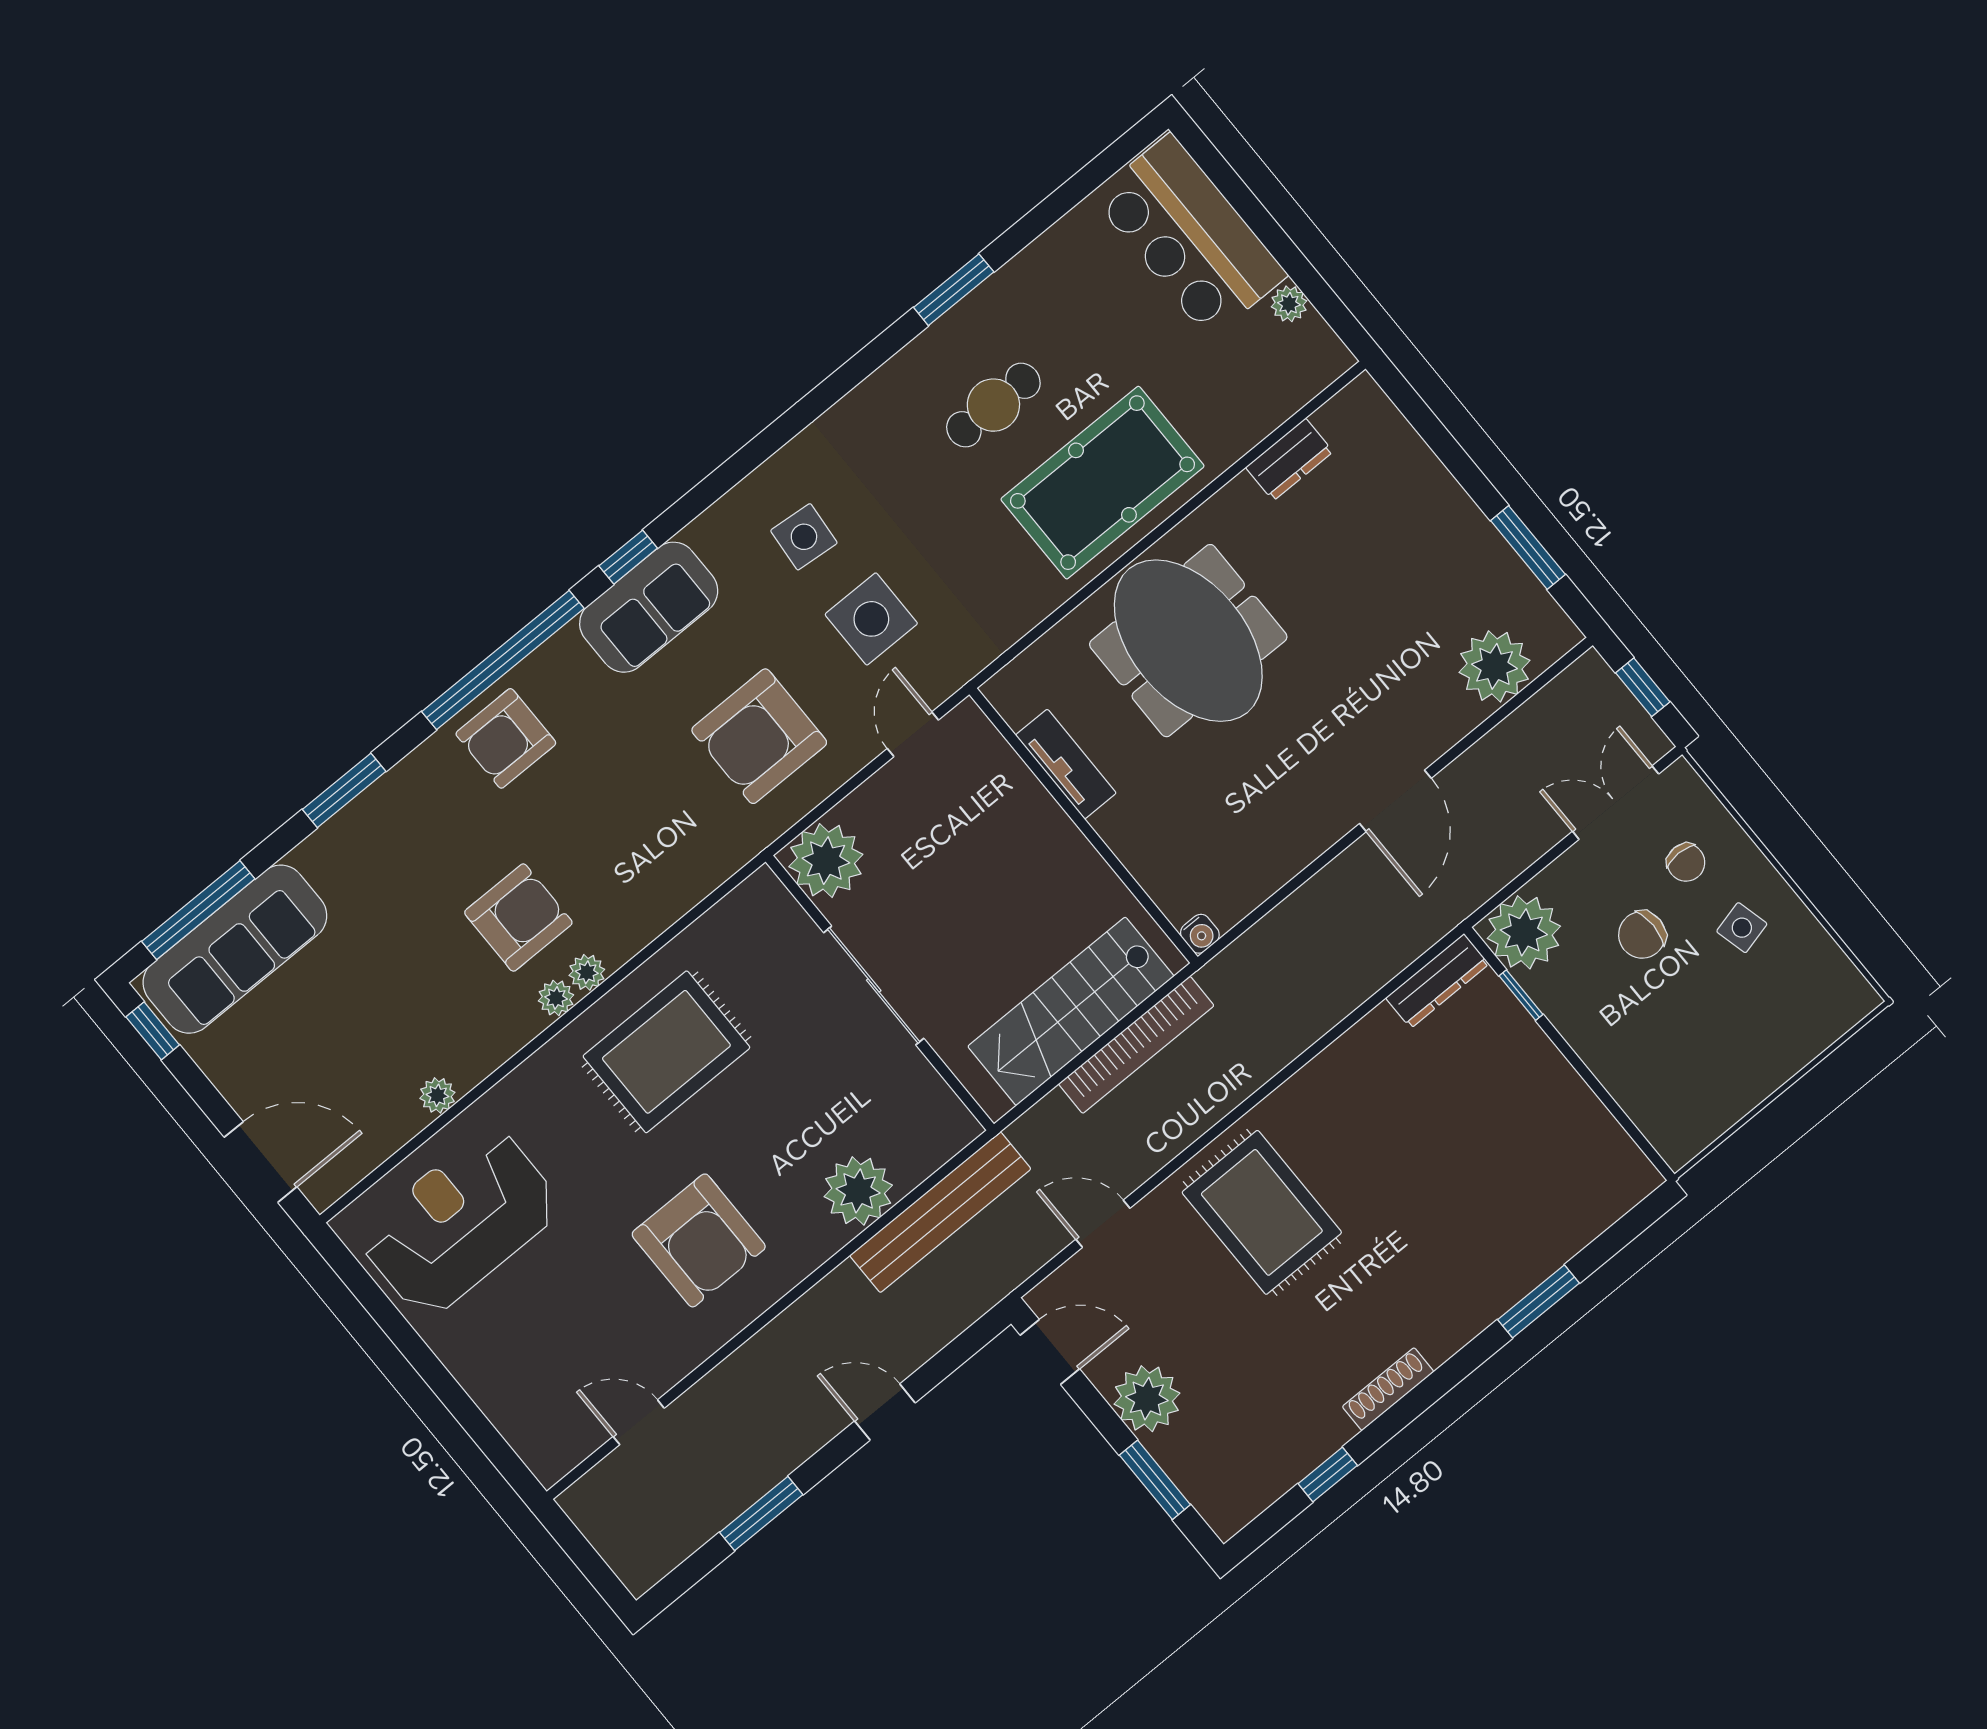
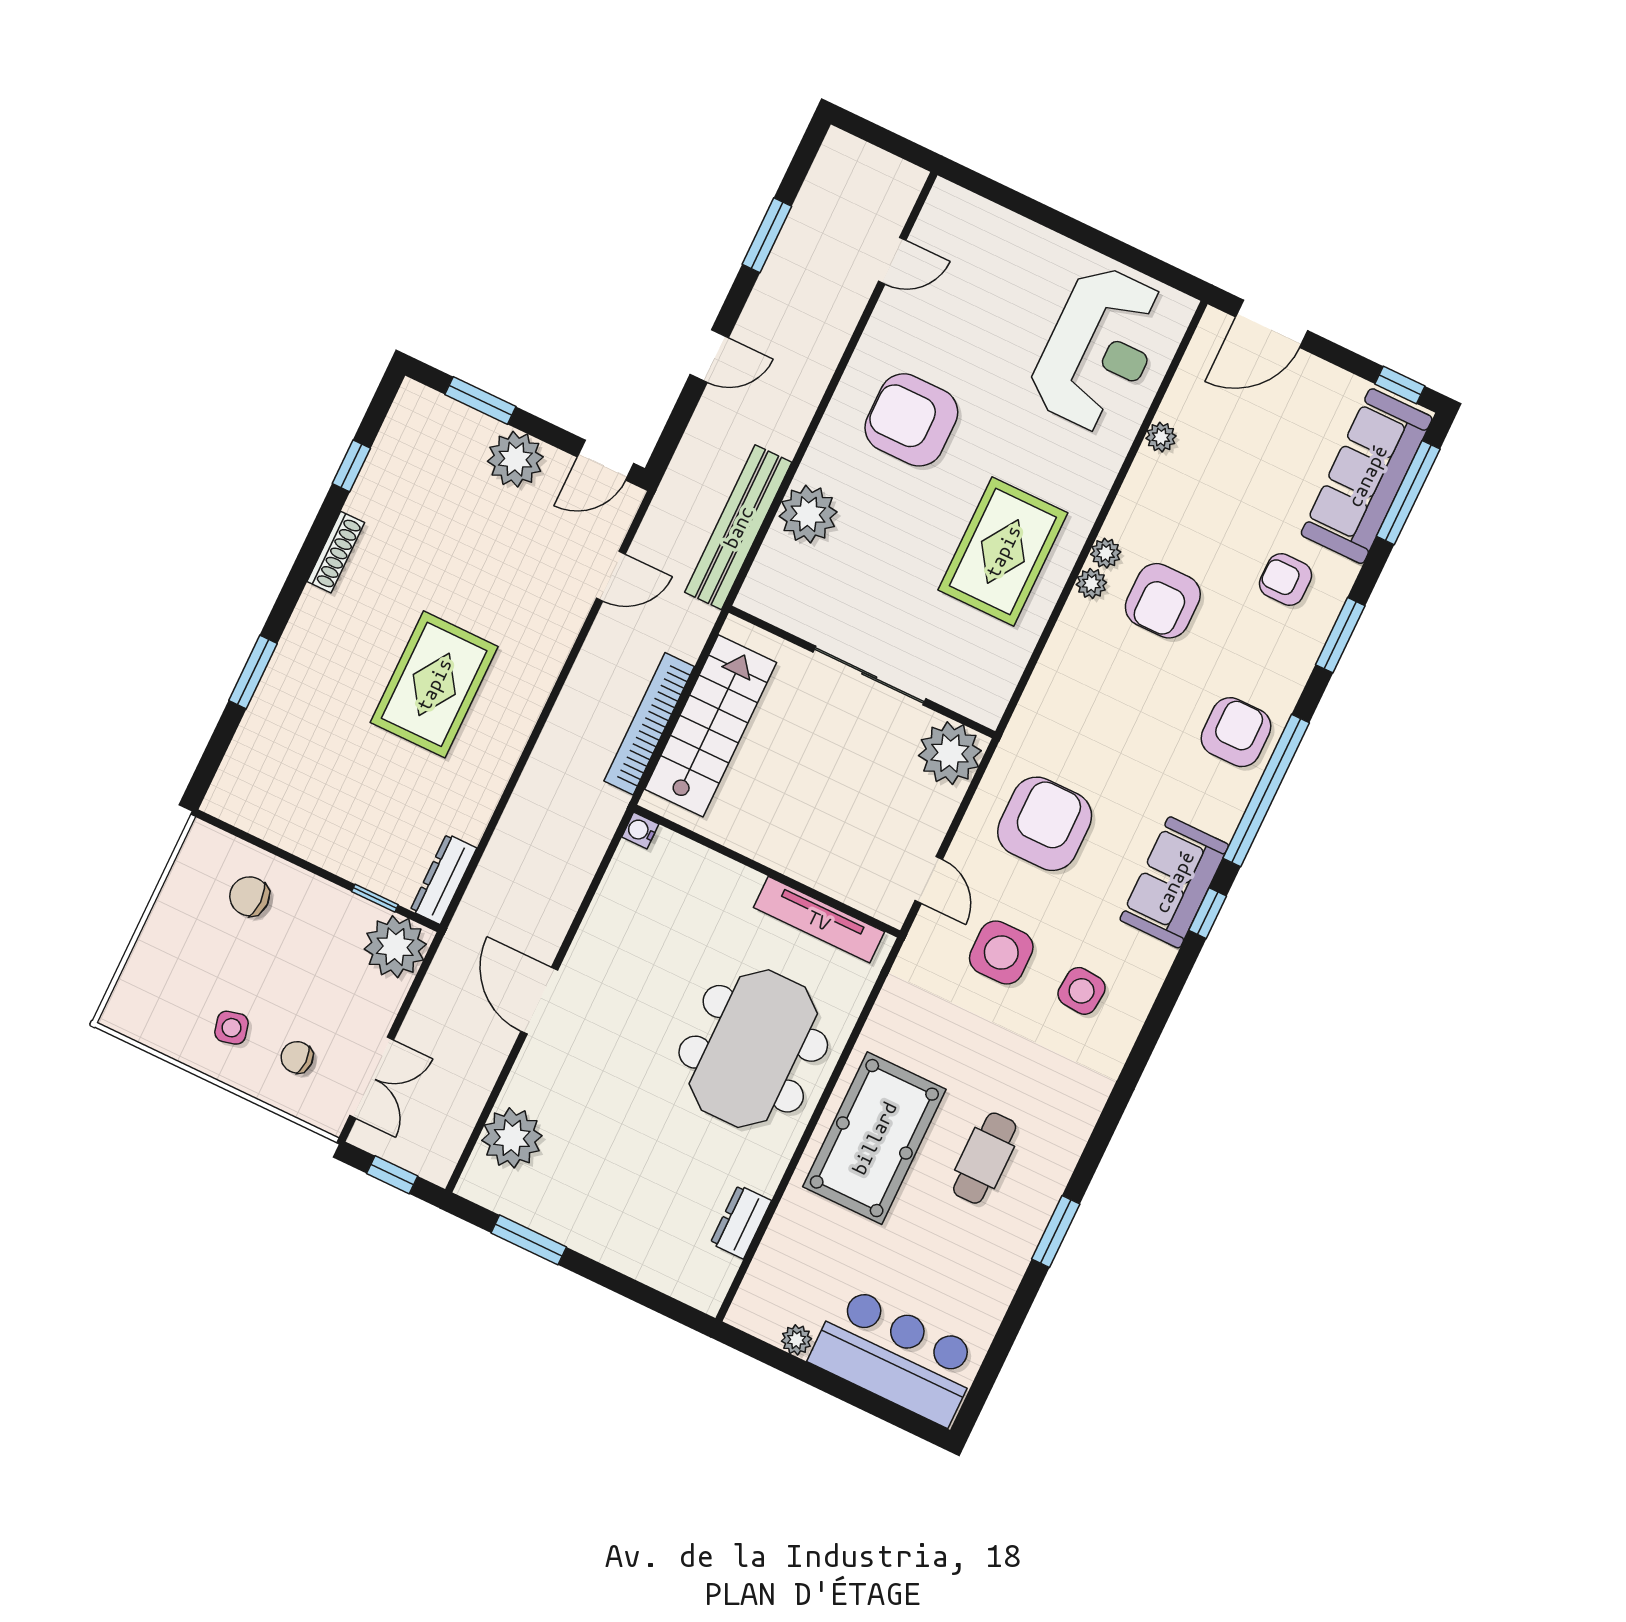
meeting table: (1188, 641) -> (753, 1049), turned 90
tv unit: (1066, 764) -> (819, 920), width x1.41
armchair: (375, 878) -> (1285, 580), added
chair: (1642, 935) -> (249, 896), moved, turned -90
rug: (1262, 1212) -> (434, 684), moved, turned 90

